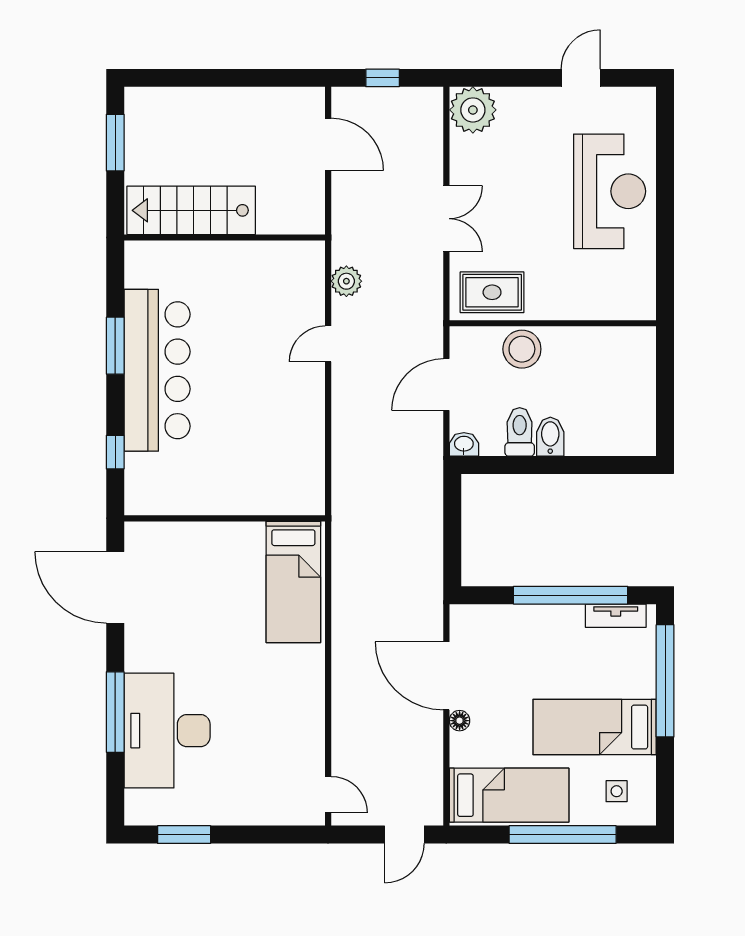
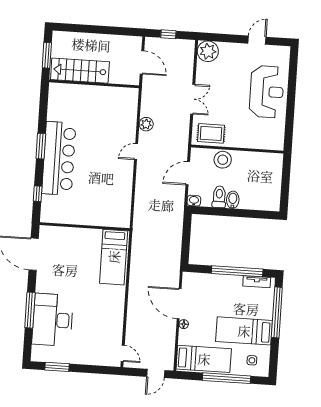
stairs: (191, 210) -> (80, 71), moved
wall: (225, 237) -> (94, 84), moved

